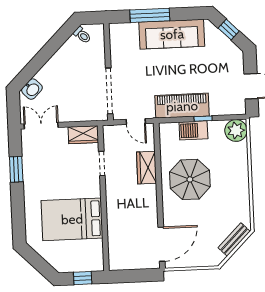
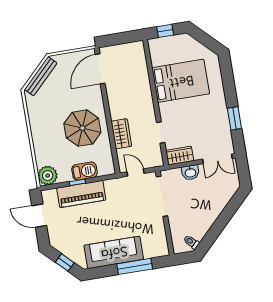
washbasin: (32, 89) -> (190, 172), moved, turned -135
piano: (182, 106) -> (81, 194), moved
bench: (234, 239) -> (41, 76), width x1.36

